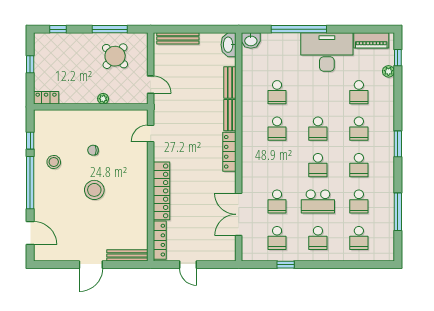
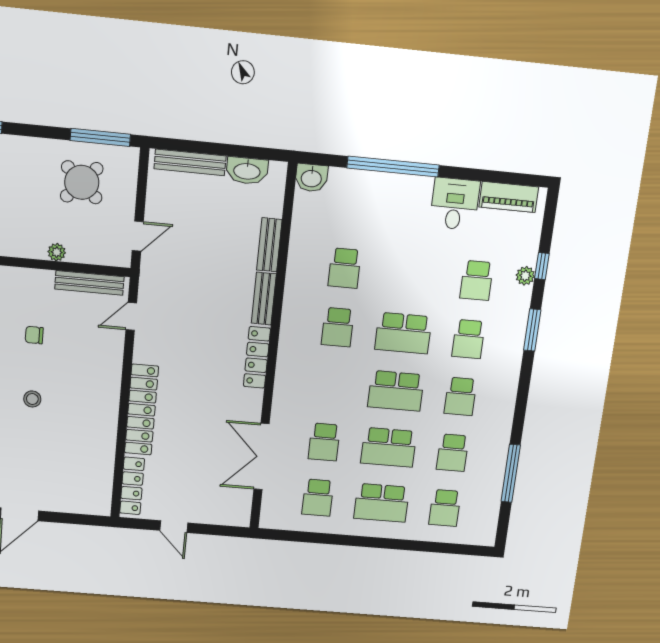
window: (110, 29) -> (100, 137), moved
washbasin: (229, 45) -> (247, 171), moved, turned -90
desk: (327, 52) -> (455, 204), width x0.53, depth x0.77
window: (398, 58) -> (542, 266), moved
plant: (388, 71) -> (525, 276), moved
door: (151, 85) -> (138, 236), hinge flipped
school desk: (318, 129) -> (403, 333), width x1.85
window: (398, 144) -> (532, 330), moved
school desk: (318, 165) -> (396, 391), width x1.85
stool: (94, 190) -> (32, 399), width x0.53, depth x0.53
school desk: (318, 238) -> (382, 503), width x1.85
bench: (127, 255) -> (89, 283), moved
window: (286, 265) -> (326, 539), removed

